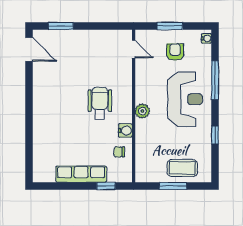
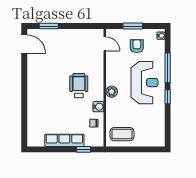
window: (215, 135) -> (168, 97), moved
coffee table: (182, 168) -> (122, 134), moved
window: (173, 186) -> (135, 149), removed

